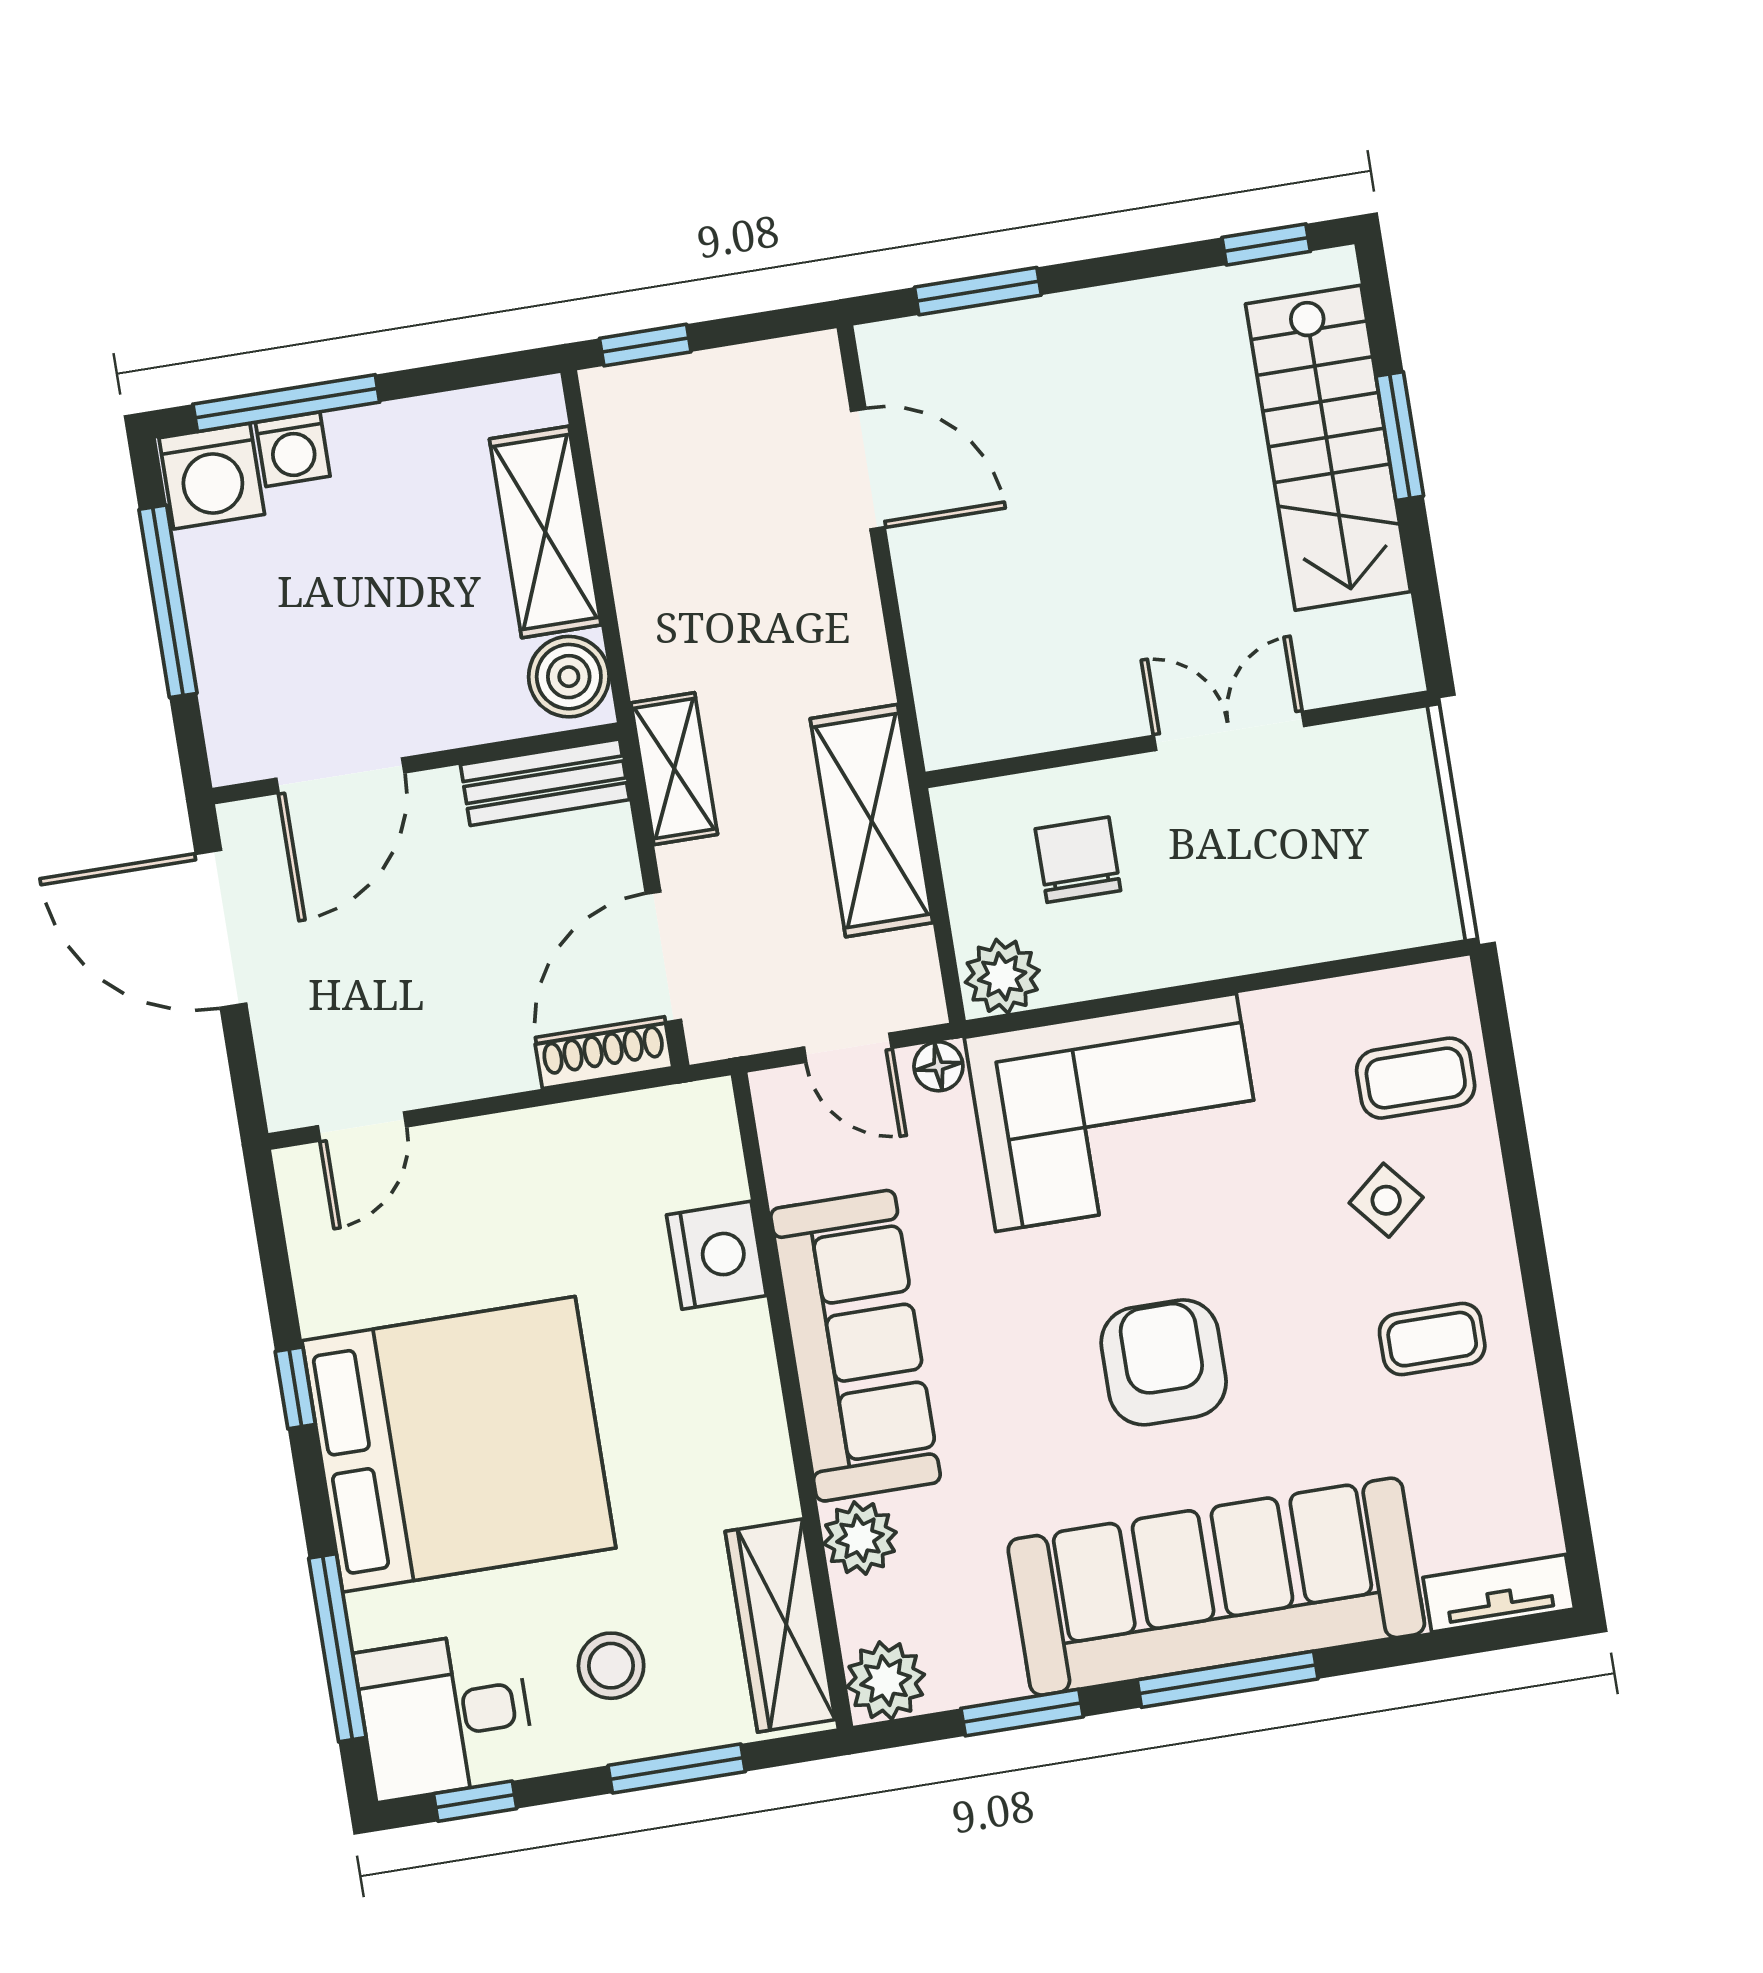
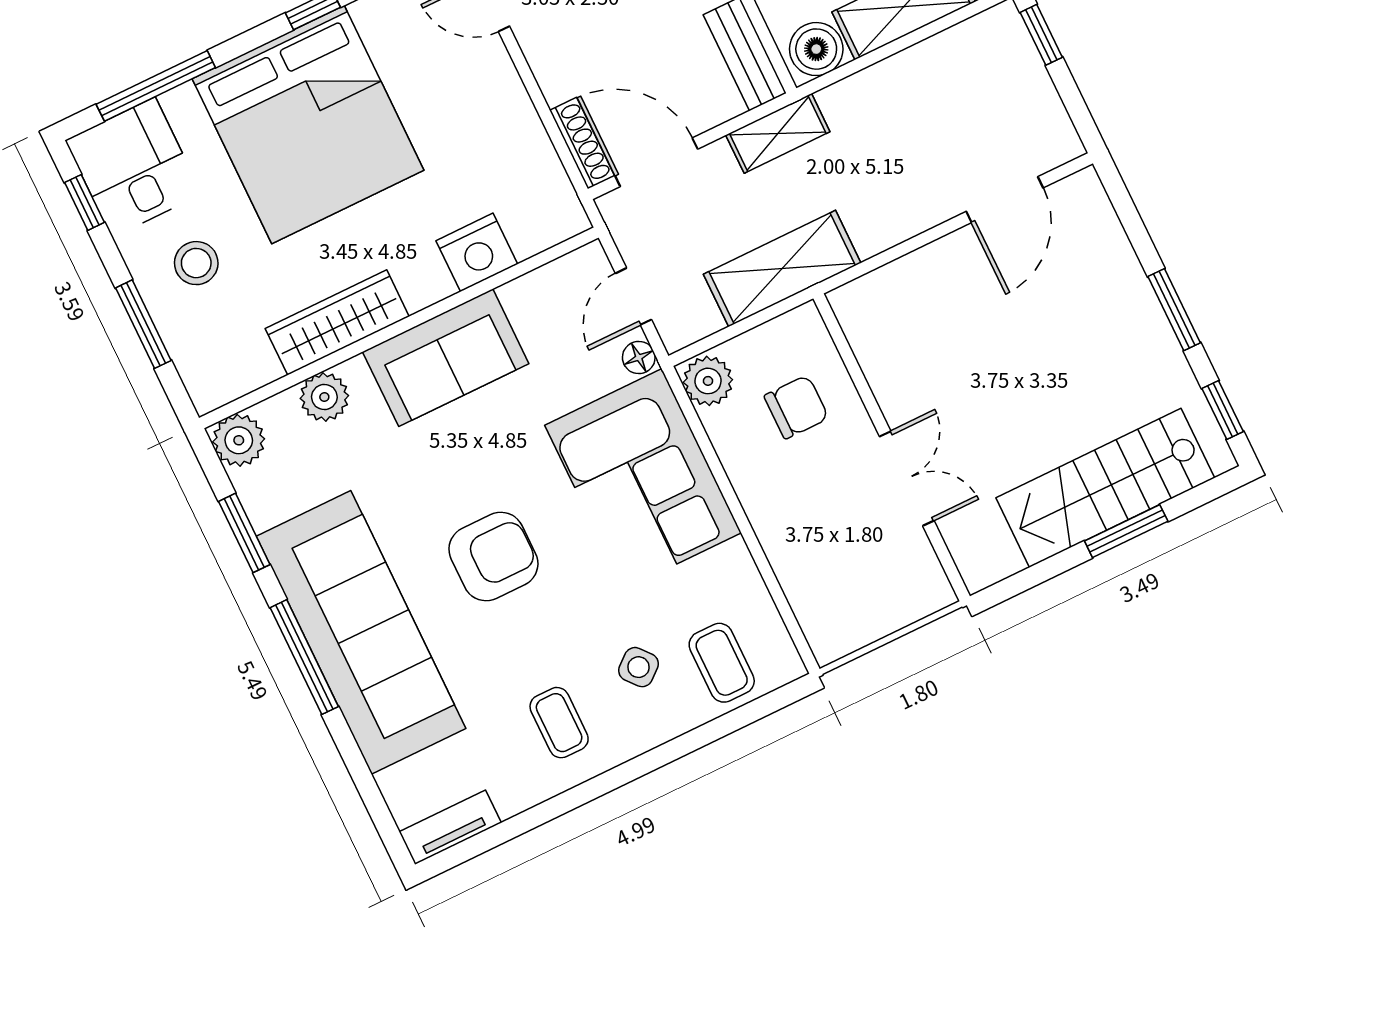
window: (978, 291) -> (1174, 310), moved
sofa: (855, 1346) -> (446, 358), width x0.73
tv unit: (1499, 1593) -> (450, 827), moved, turned -90
wardrobe: (780, 1626) -> (337, 322), moved

